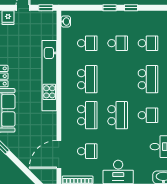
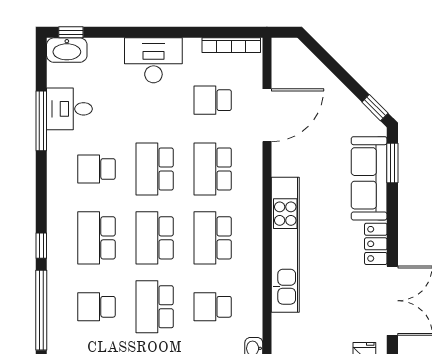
school desk: (118, 43) -> (155, 307), width x1.85
school desk: (118, 79) -> (155, 238), added
door: (59, 154) -> (267, 115), moved

